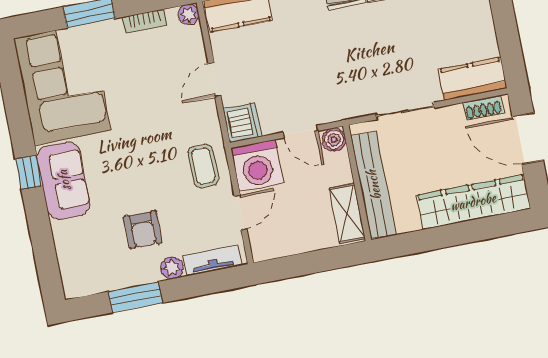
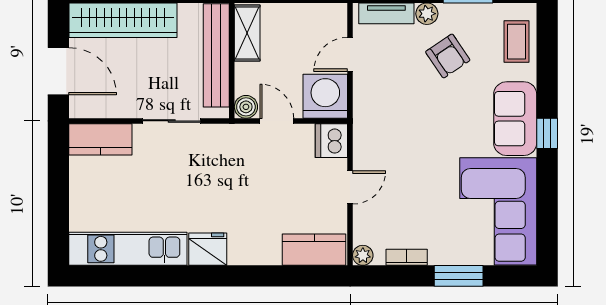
shoe rack: (483, 108) -> (96, 109), removed
coffee table: (203, 166) -> (517, 42), moved
armchair: (143, 230) -> (448, 56), turned 146

